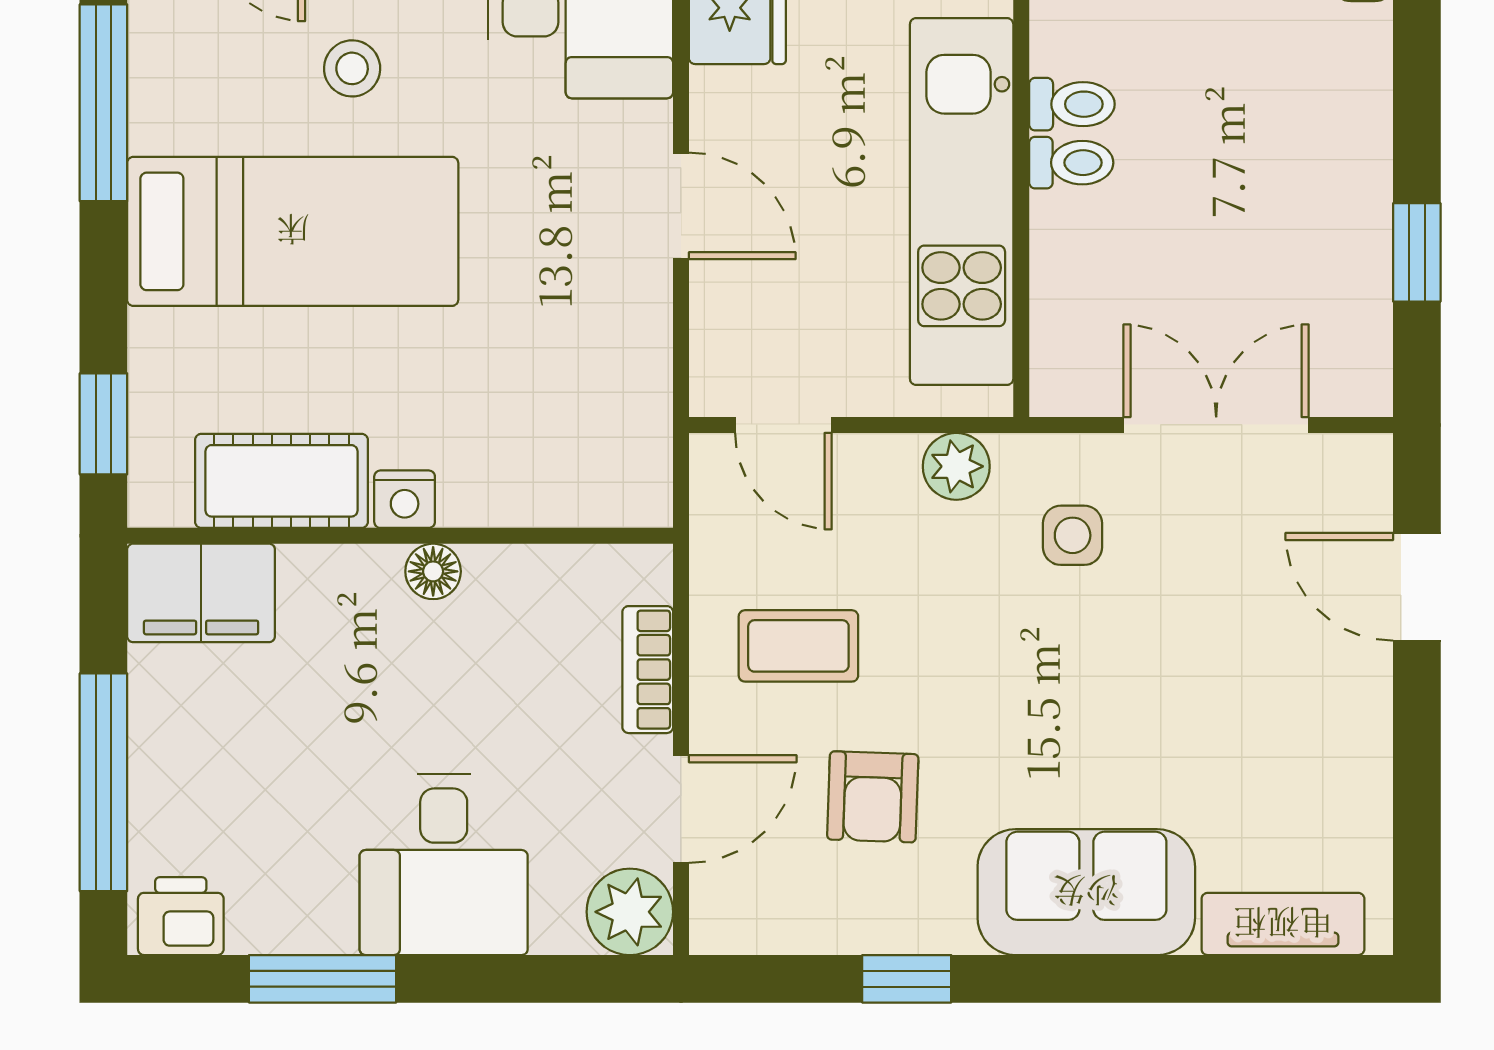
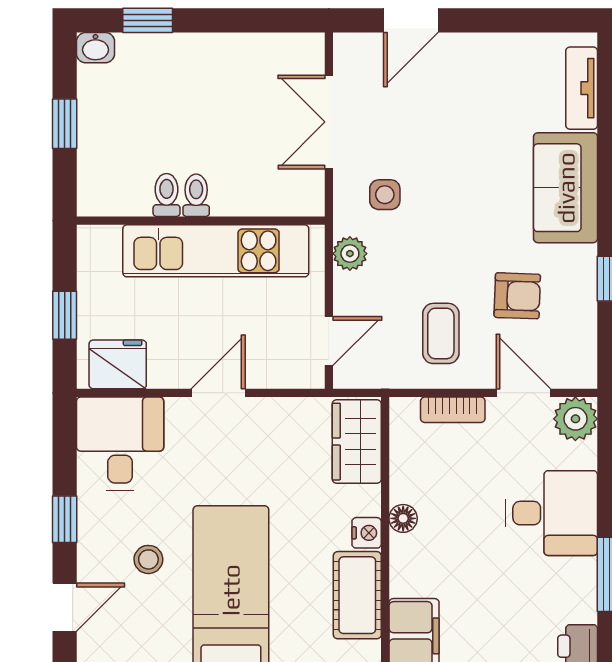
window: (1417, 252) -> (148, 20), moved
wardrobe: (585, 480) -> (357, 442), added

